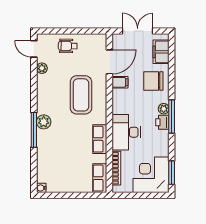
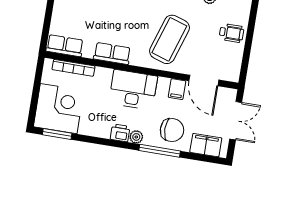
wheelchair: (68, 46) -> (232, 33), turned 89
chair: (153, 81) -> (172, 130), turned 90
coffee table: (81, 95) -> (169, 39), turned -72
window: (172, 116) -> (160, 151), moved
desk: (126, 132) -> (133, 90), moved

